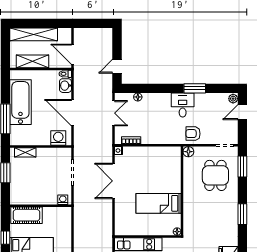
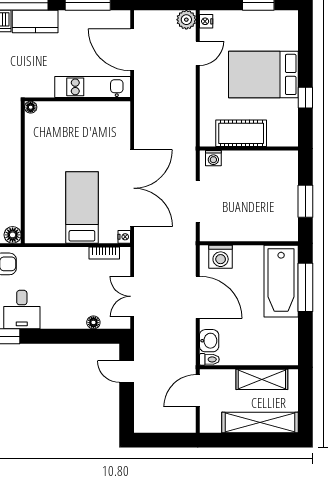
door: (73, 54) -> (198, 391), swing flipped
door: (117, 66) -> (127, 372), swing flipped
bathtub: (20, 102) -> (281, 281), moved
shelving: (25, 152) -> (273, 234), removed
double door: (114, 181) -> (132, 188), width x1.36
bed: (158, 203) -> (82, 208), moved, turned -90
cot: (27, 215) -> (241, 133), moved

